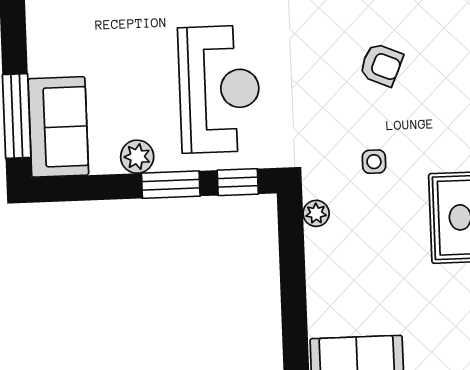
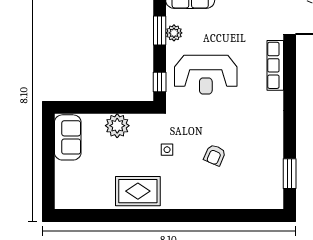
window: (171, 185) -> (160, 31), moved
plant: (316, 213) -> (117, 126), moved, width x1.88, depth x1.88

